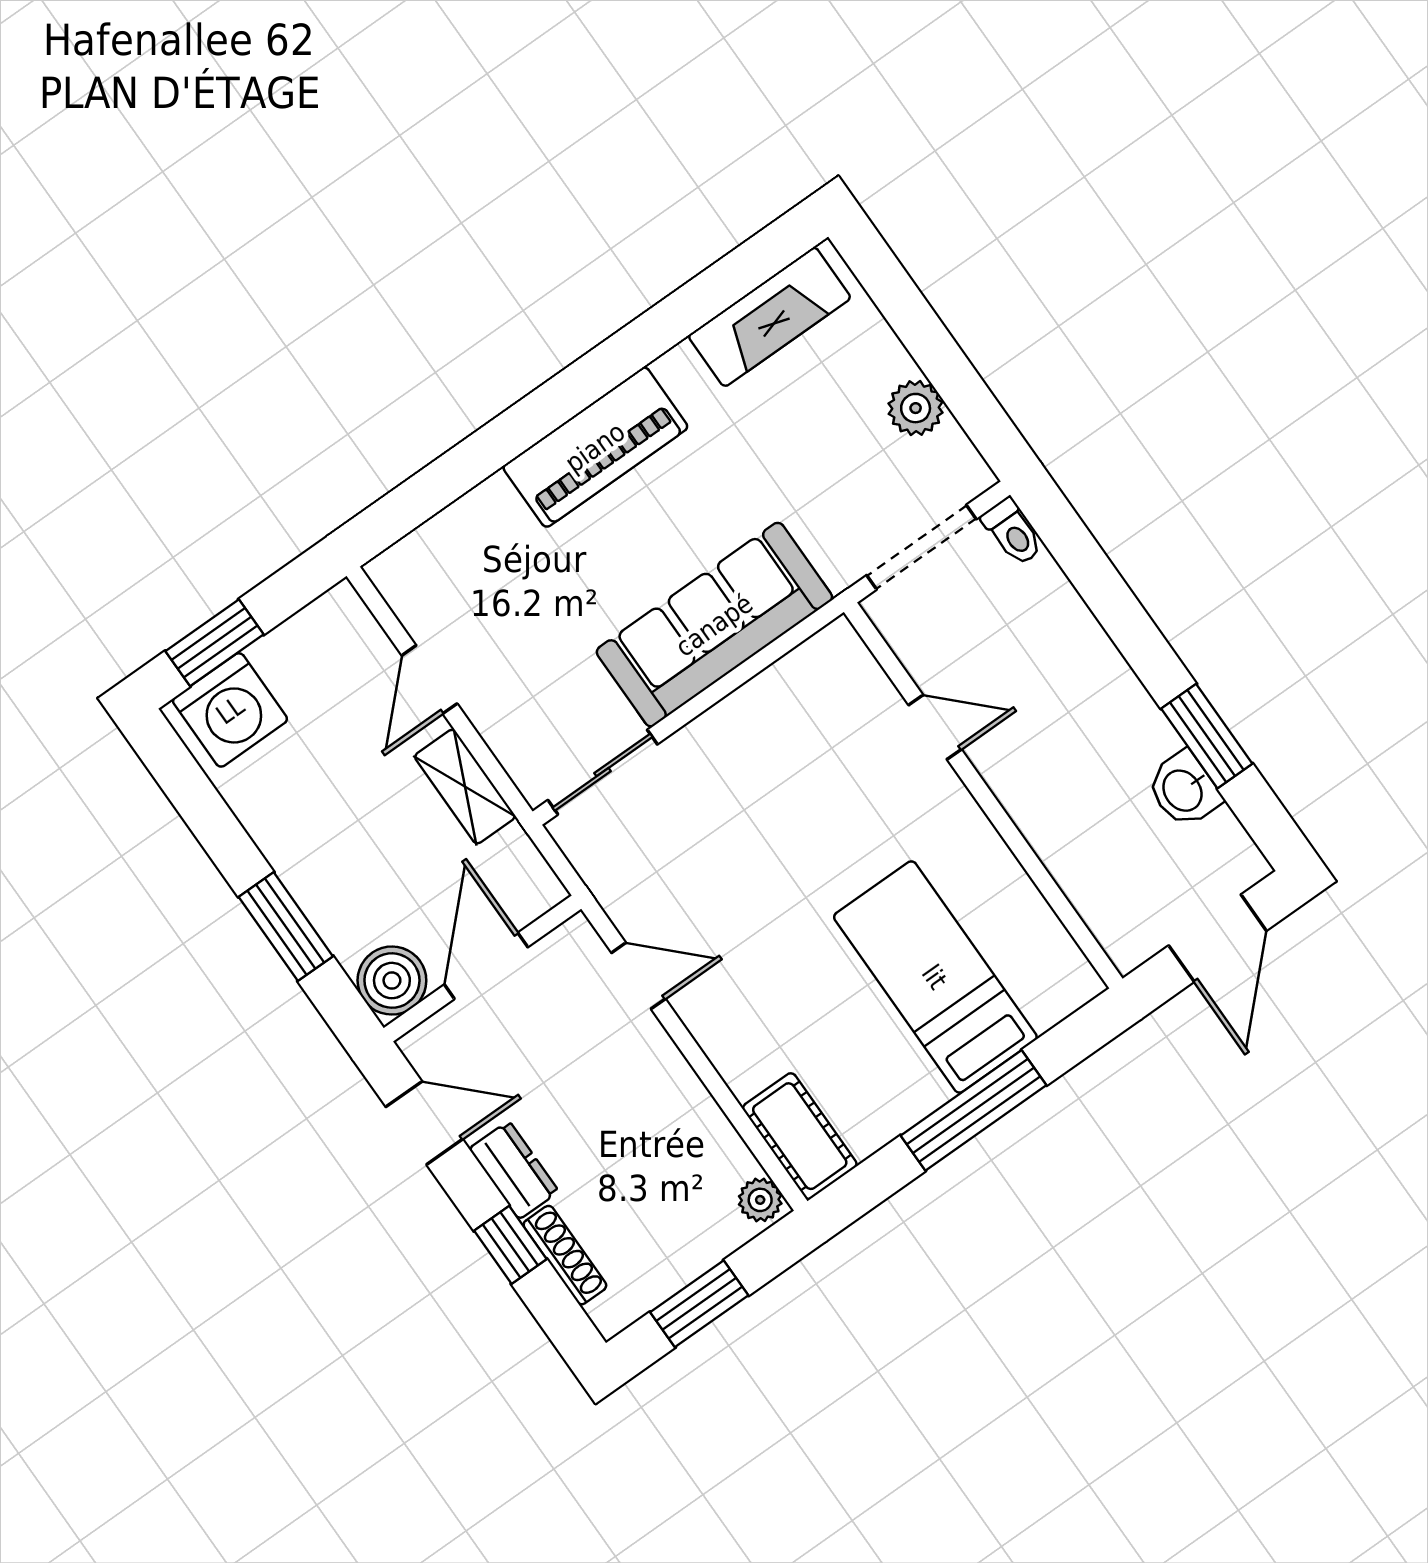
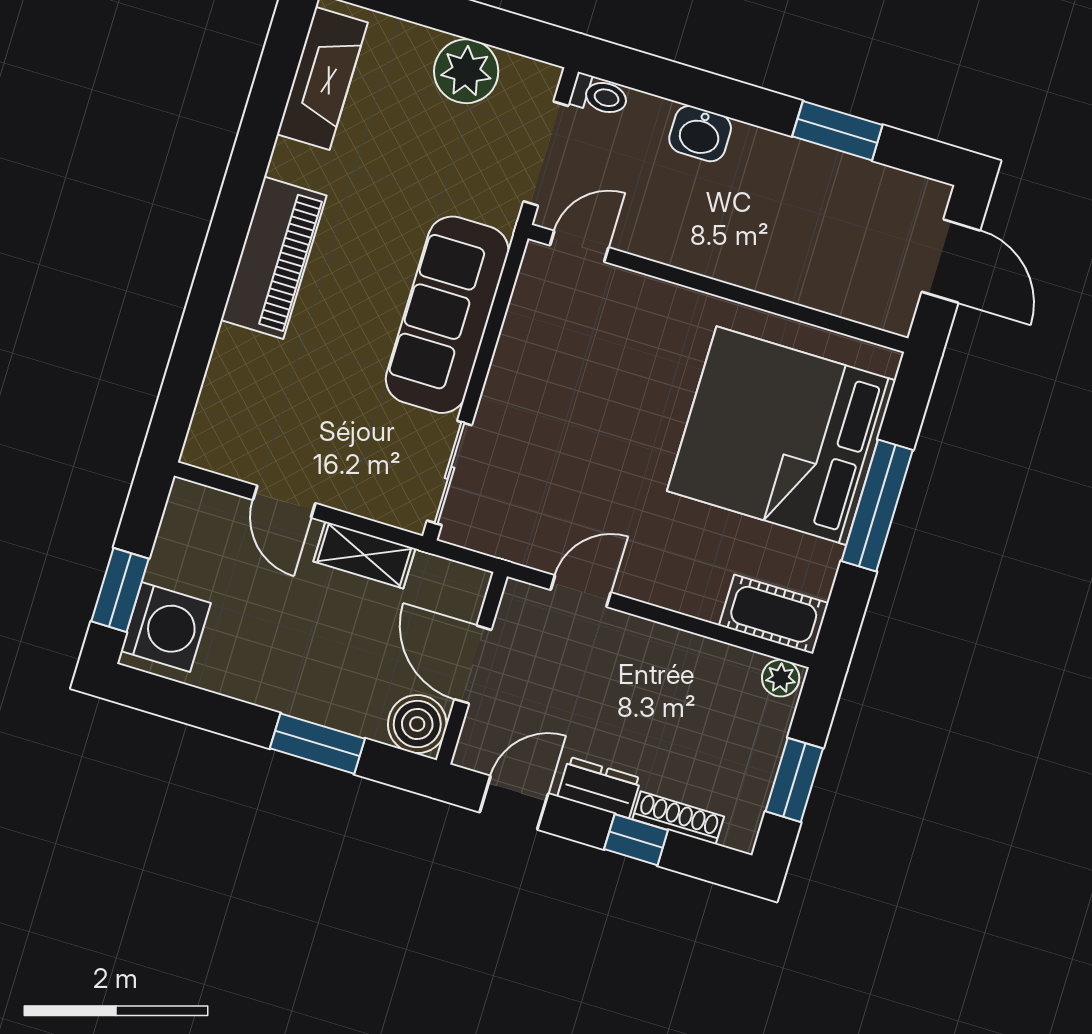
plant: (916, 408) -> (466, 71), width x1.36, depth x1.36
door: (935, 727) -> (579, 246), moved
washbasin: (1184, 790) -> (700, 134), moved
bed: (935, 977) -> (781, 436), width x2.04

